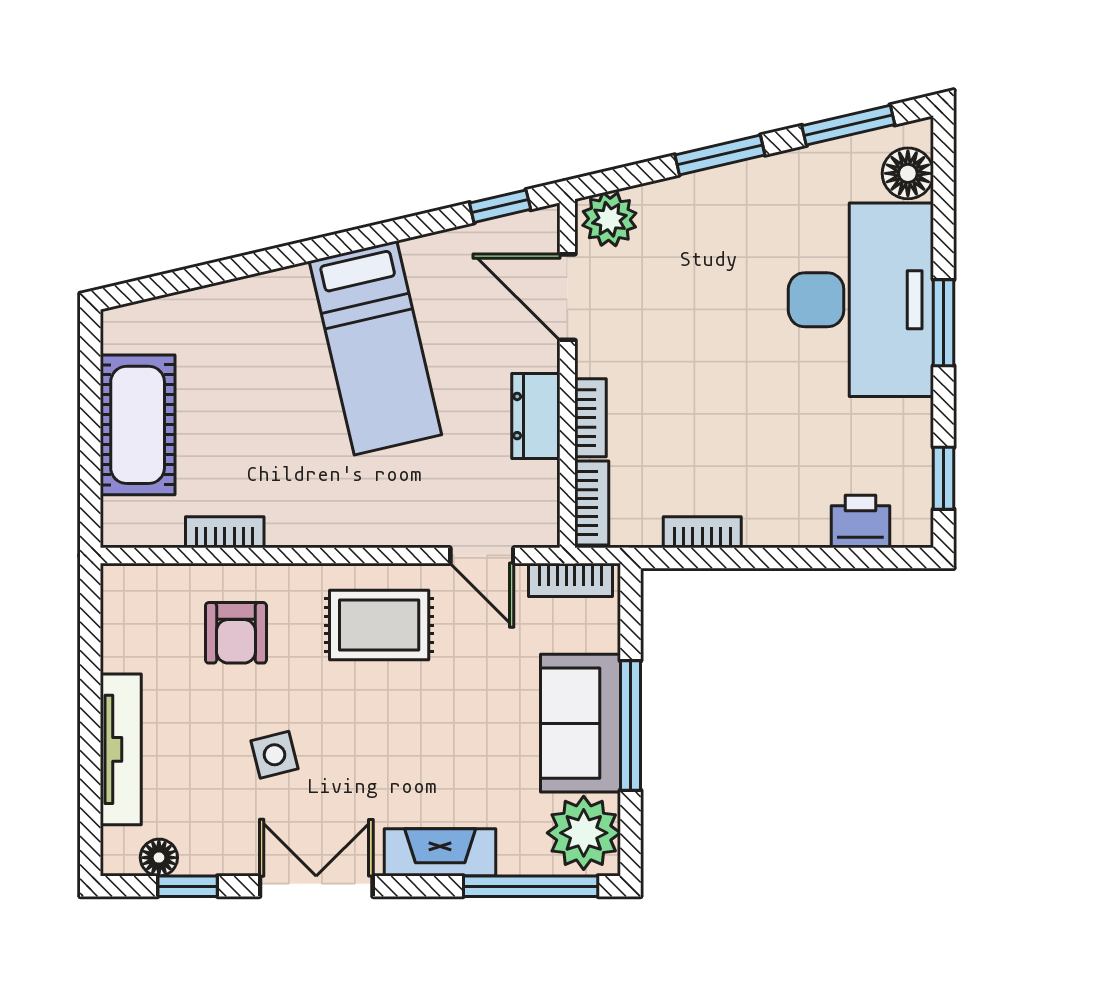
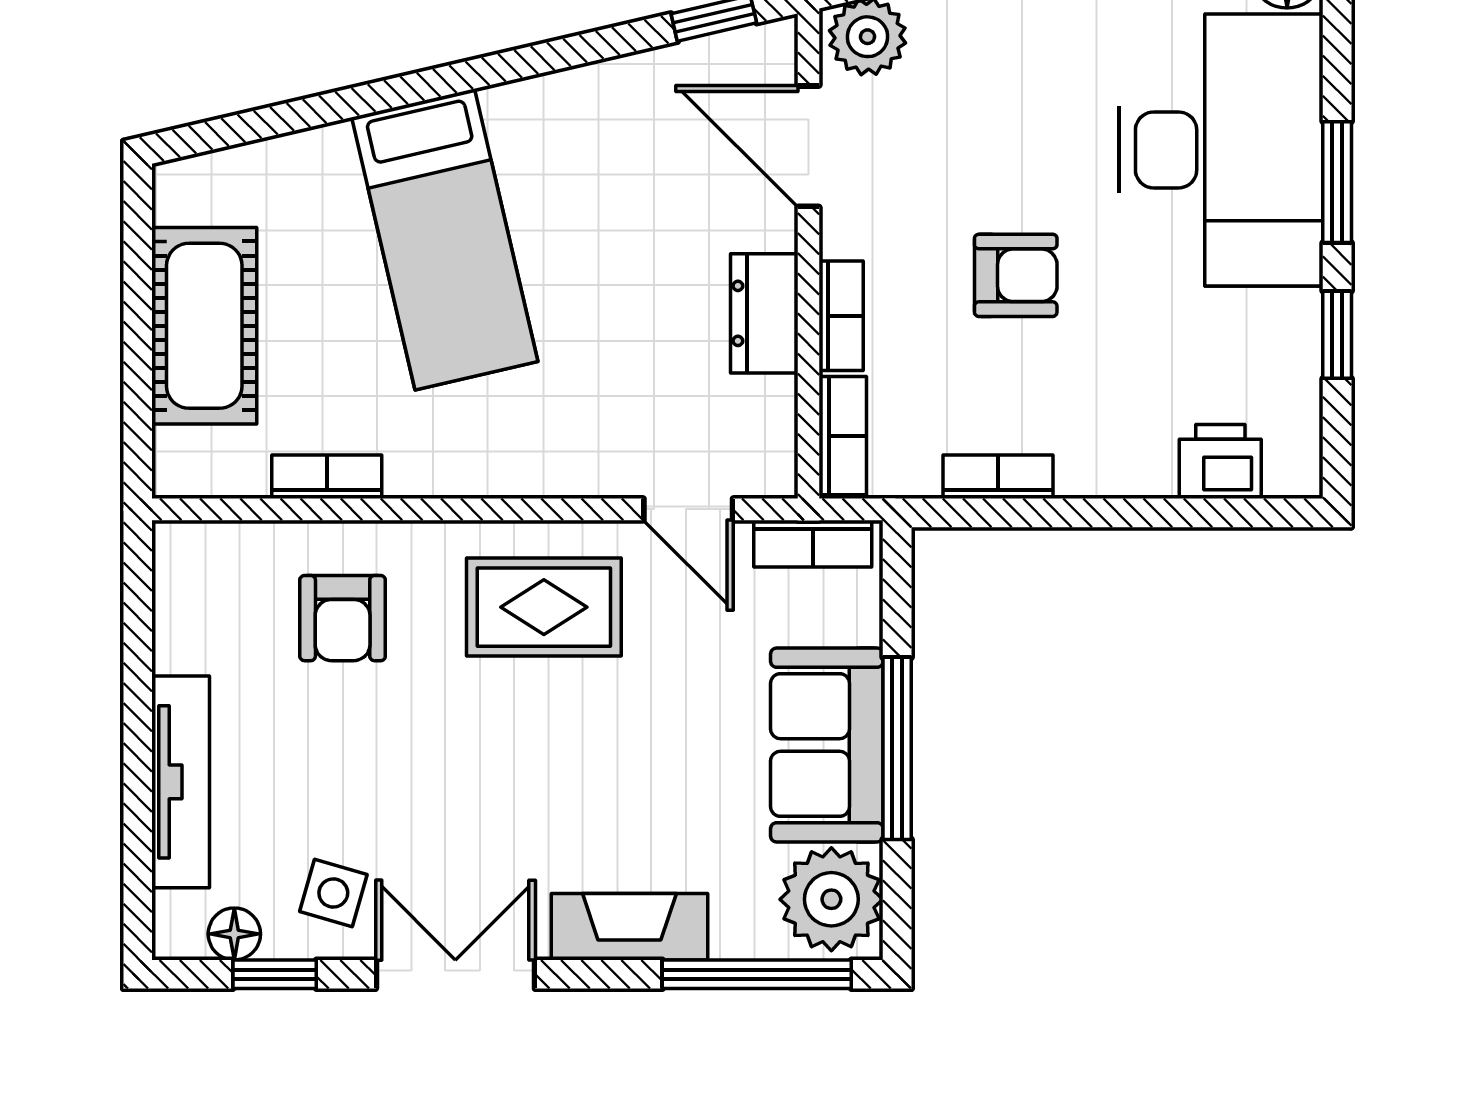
bed: (375, 348) -> (445, 239), moved
armchair: (715, 389) -> (1016, 275), added
window: (944, 478) -> (1337, 335), moved
side table: (274, 755) -> (333, 893), moved, turned 30

